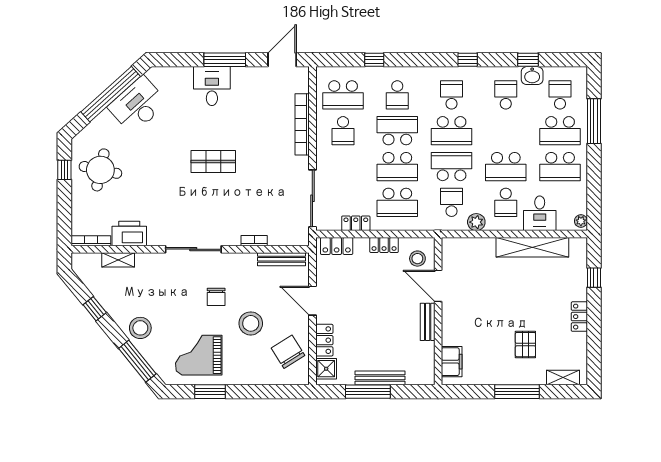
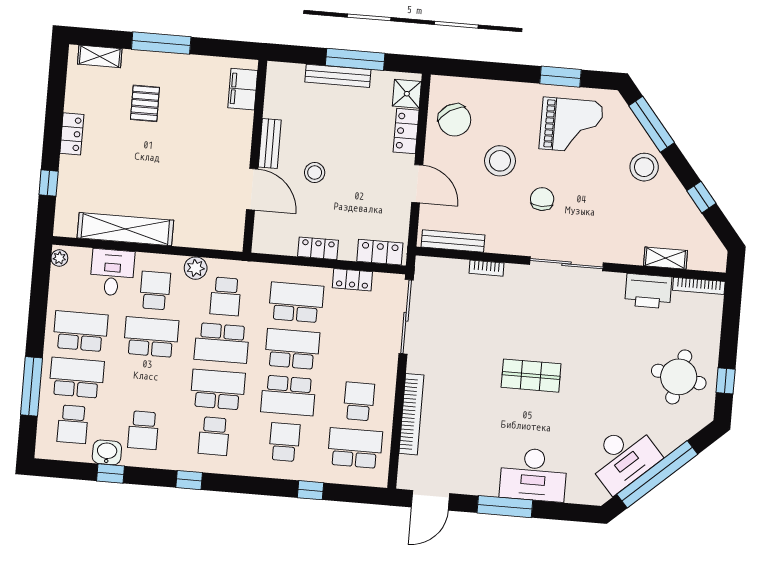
desk: (212, 86) -> (533, 475), width x1.37
stool: (417, 259) -> (315, 173), moved

